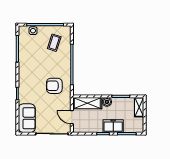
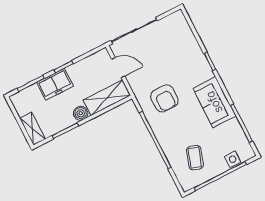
armchair: (54, 86) -> (164, 98), turned 90
sofa: (27, 118) -> (214, 102), moved

